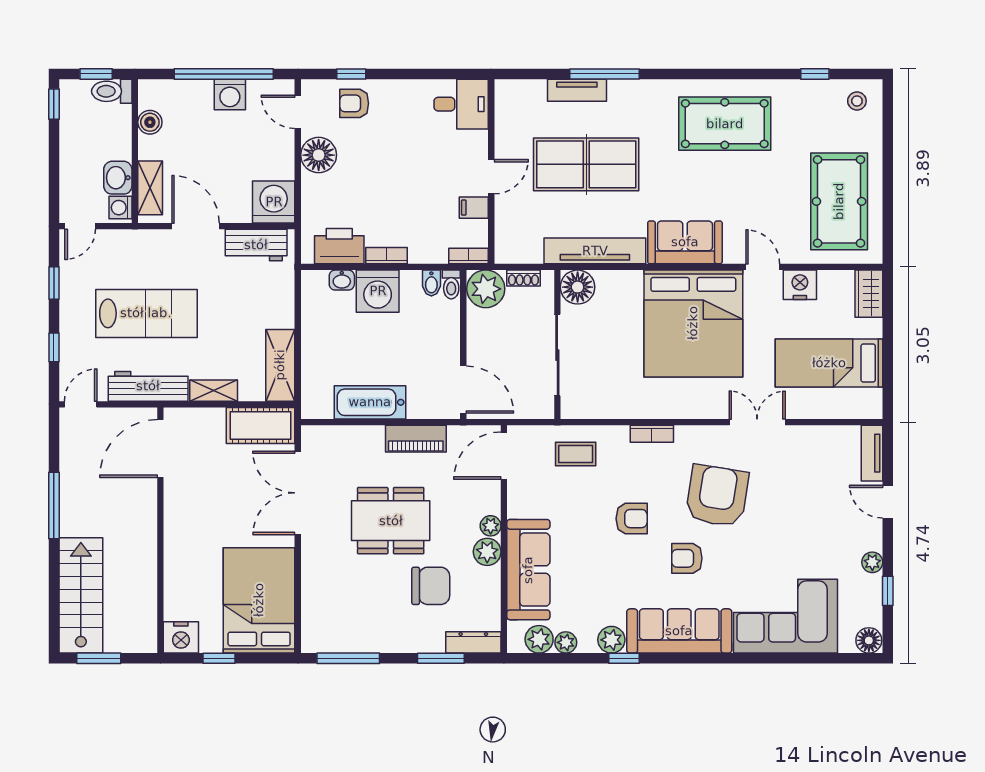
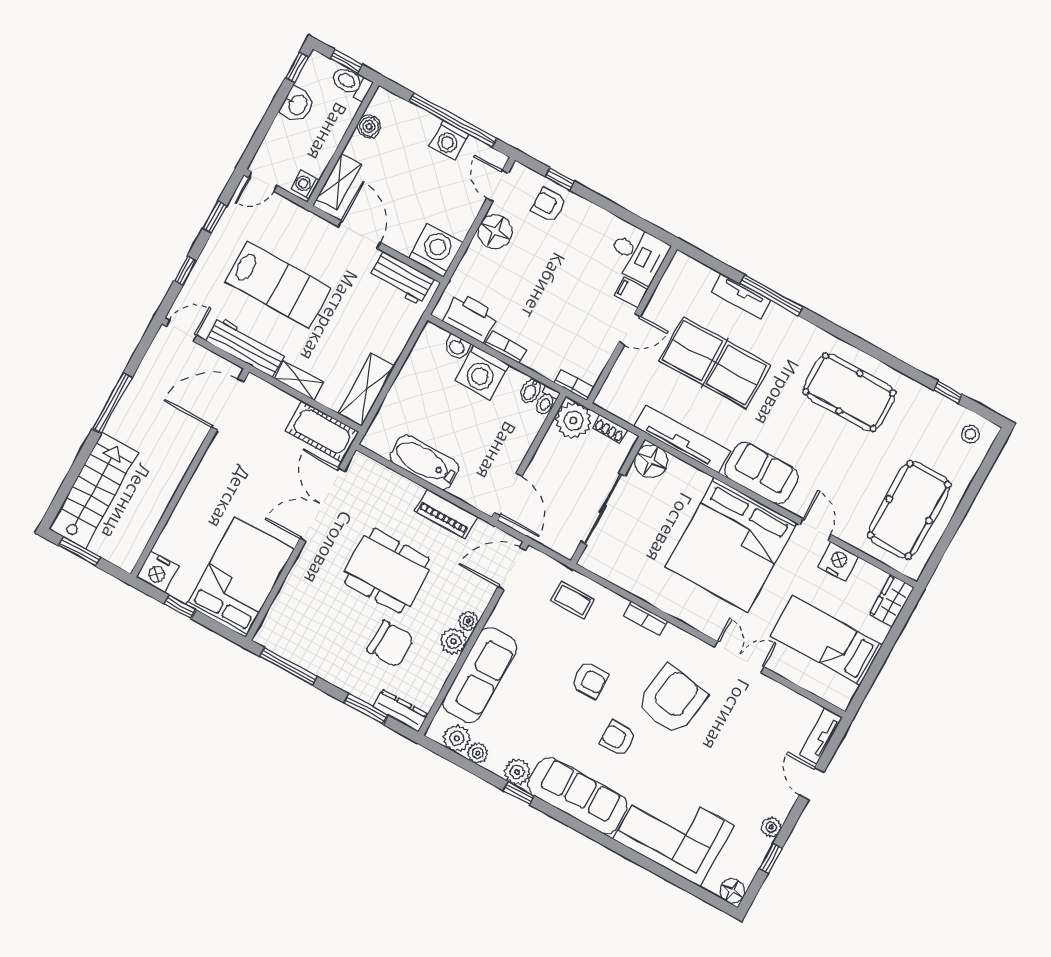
washbasin: (118, 178) -> (297, 104), moved, turned 180
filing cabinet: (474, 208) -> (631, 292), moved

